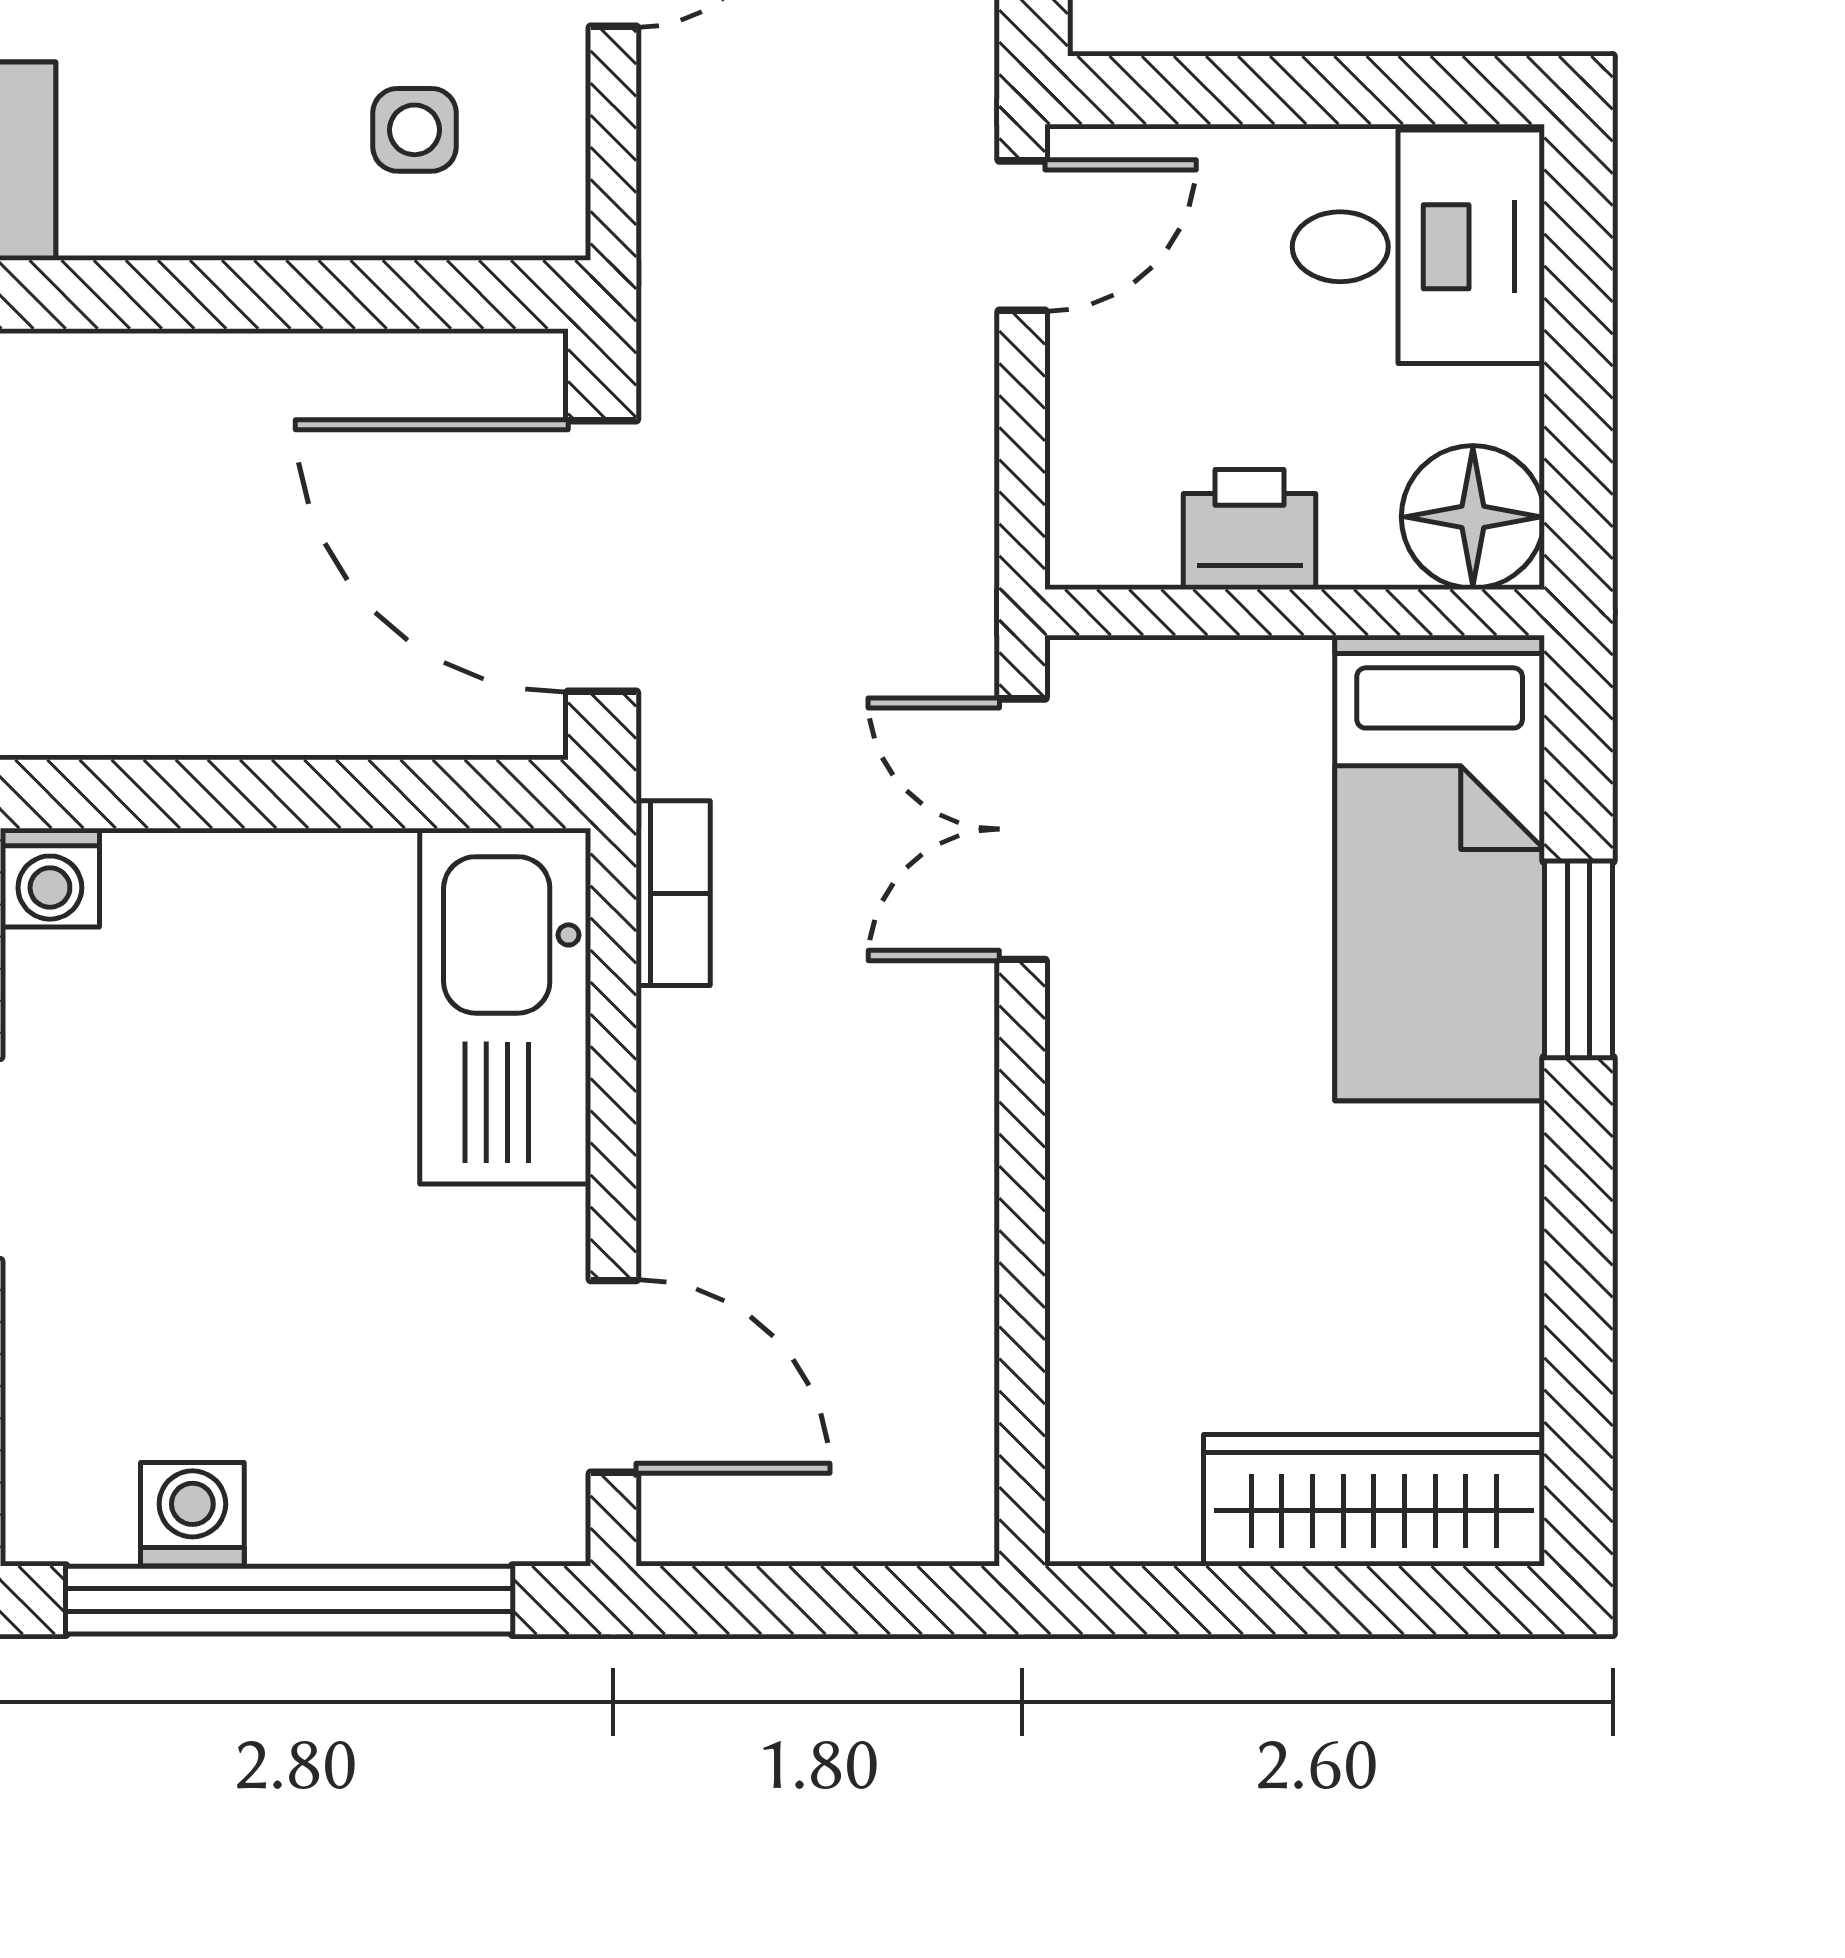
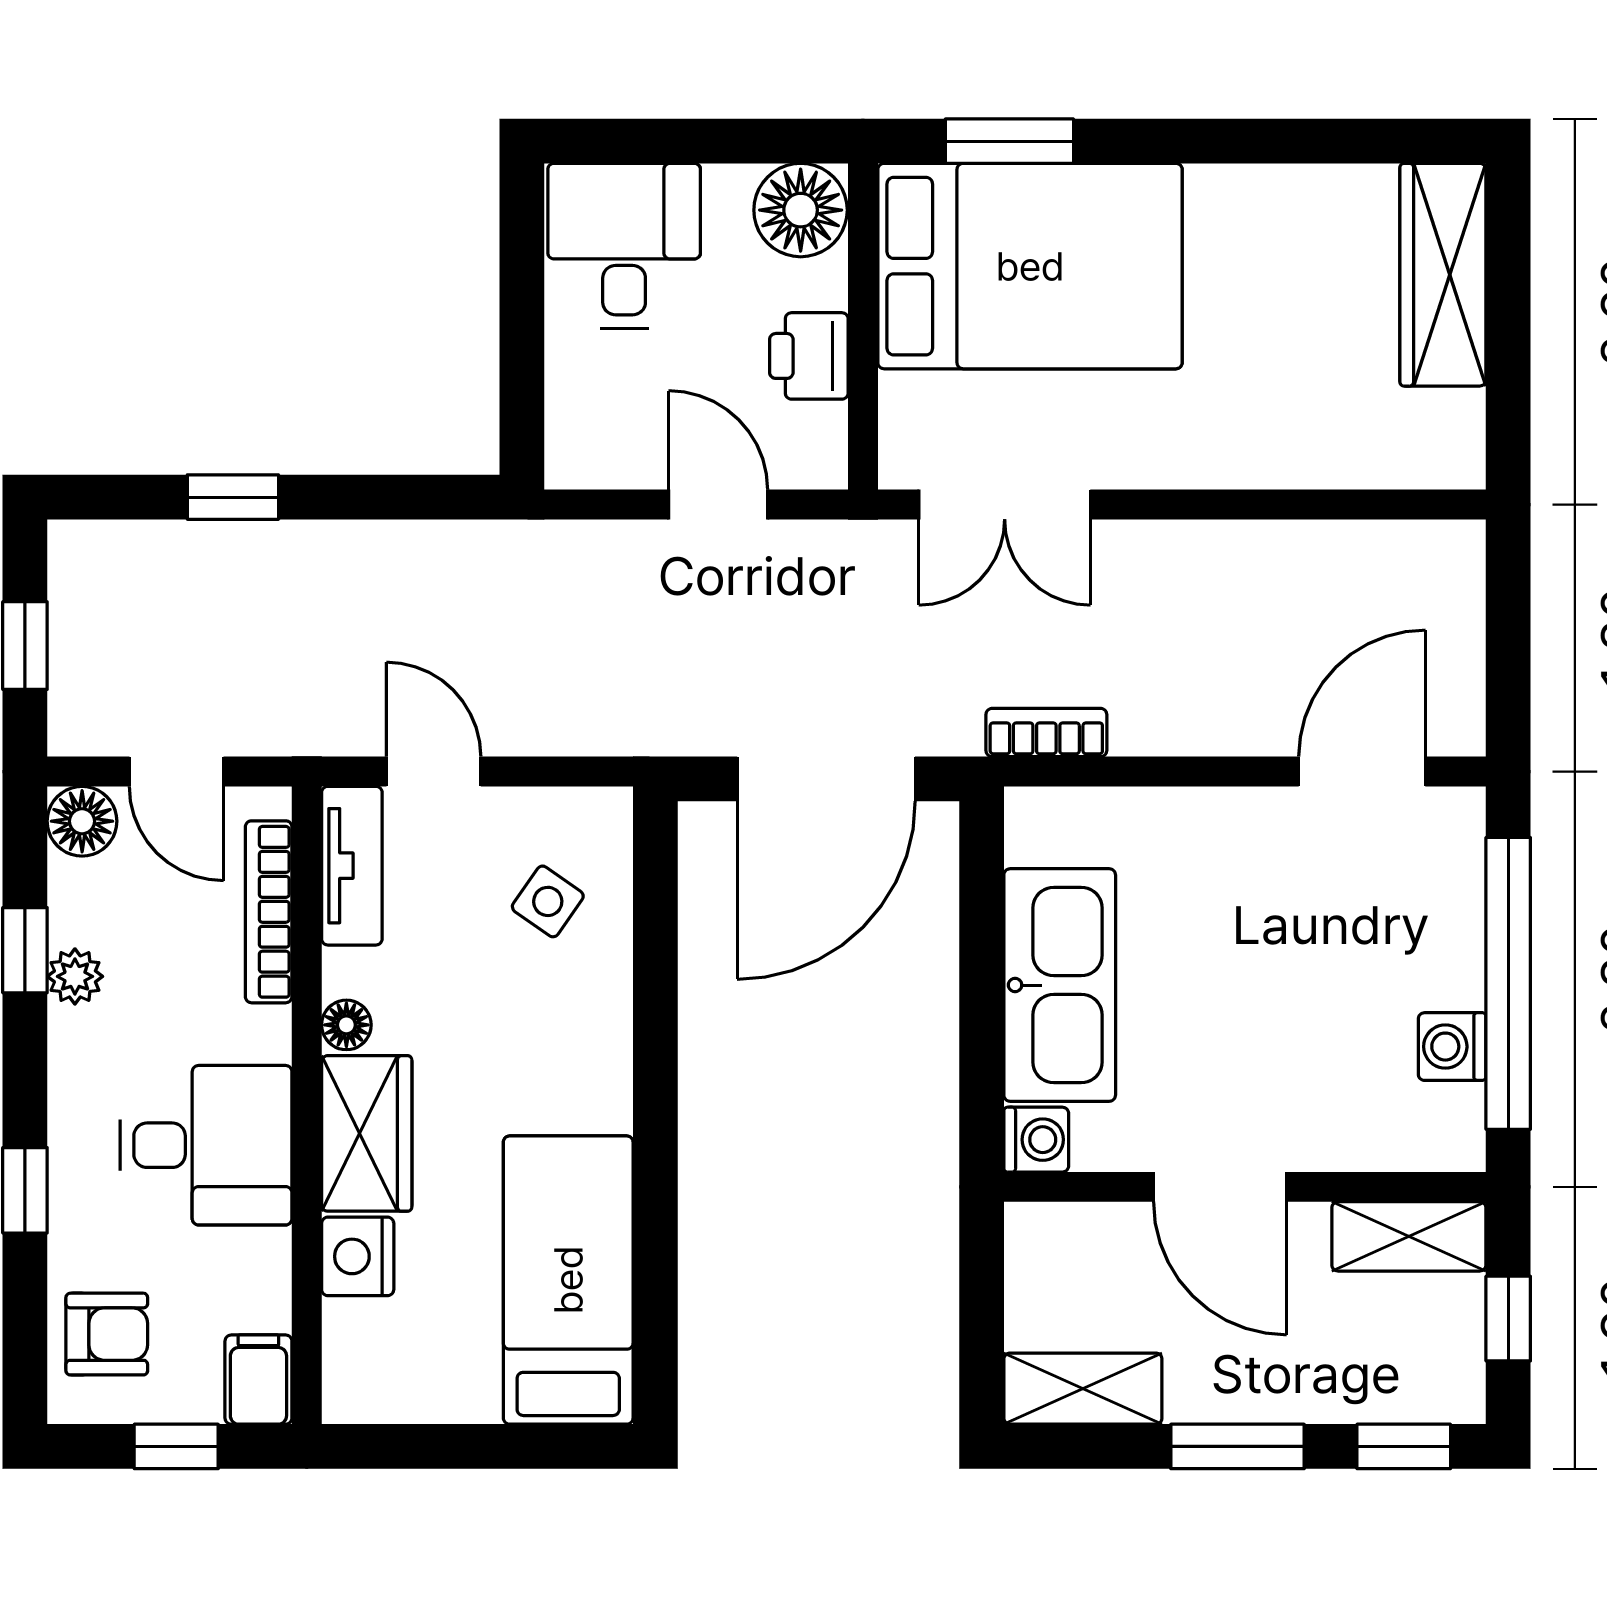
side table: (415, 130) -> (548, 901), turned 35
door: (1022, 236) -> (718, 505), moved
bed: (1440, 868) -> (1030, 266), width x1.50
window: (1578, 959) -> (1009, 141), moved
kitchen sink: (505, 1006) -> (1060, 985), moved, turned -90

